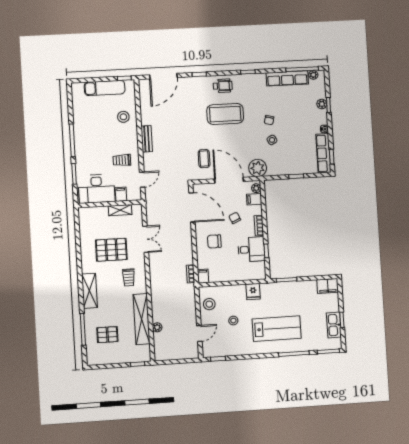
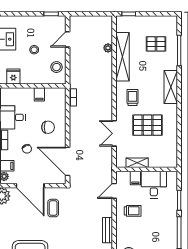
desk: (97, 189) -> (154, 185), width x0.73
filing cabinet: (203, 276) -> (39, 94), moved

